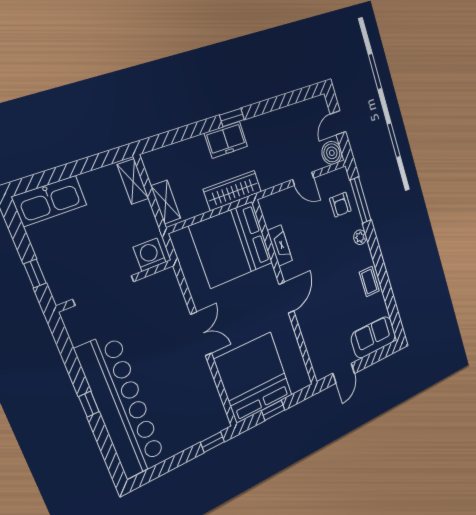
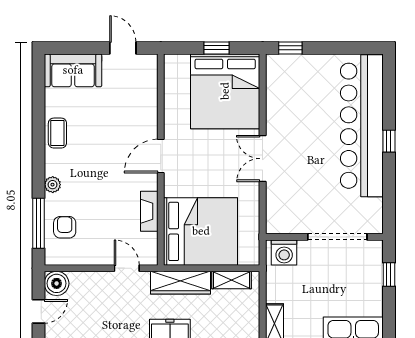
door: (303, 179) -> (127, 268), moved
shelving: (166, 202) -> (232, 280), moved, turned 90
door: (344, 373) -> (123, 48), hinge flipped

